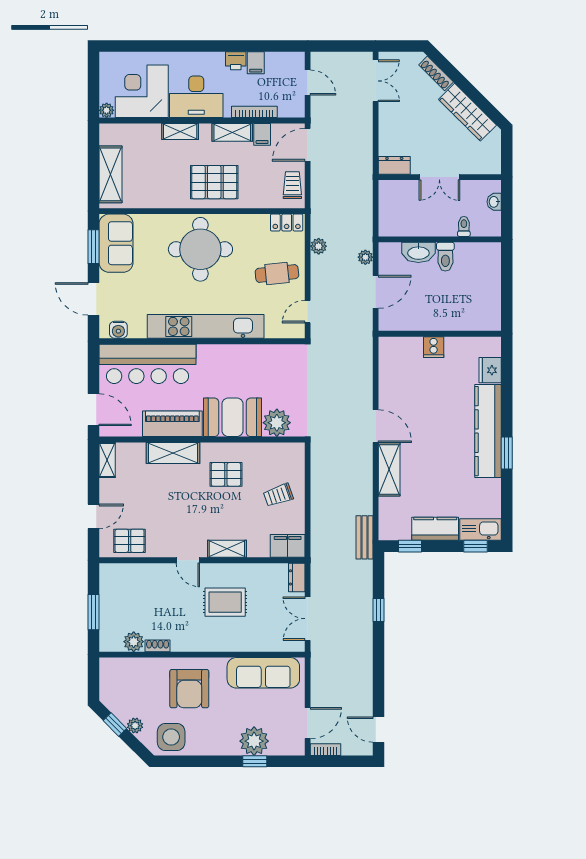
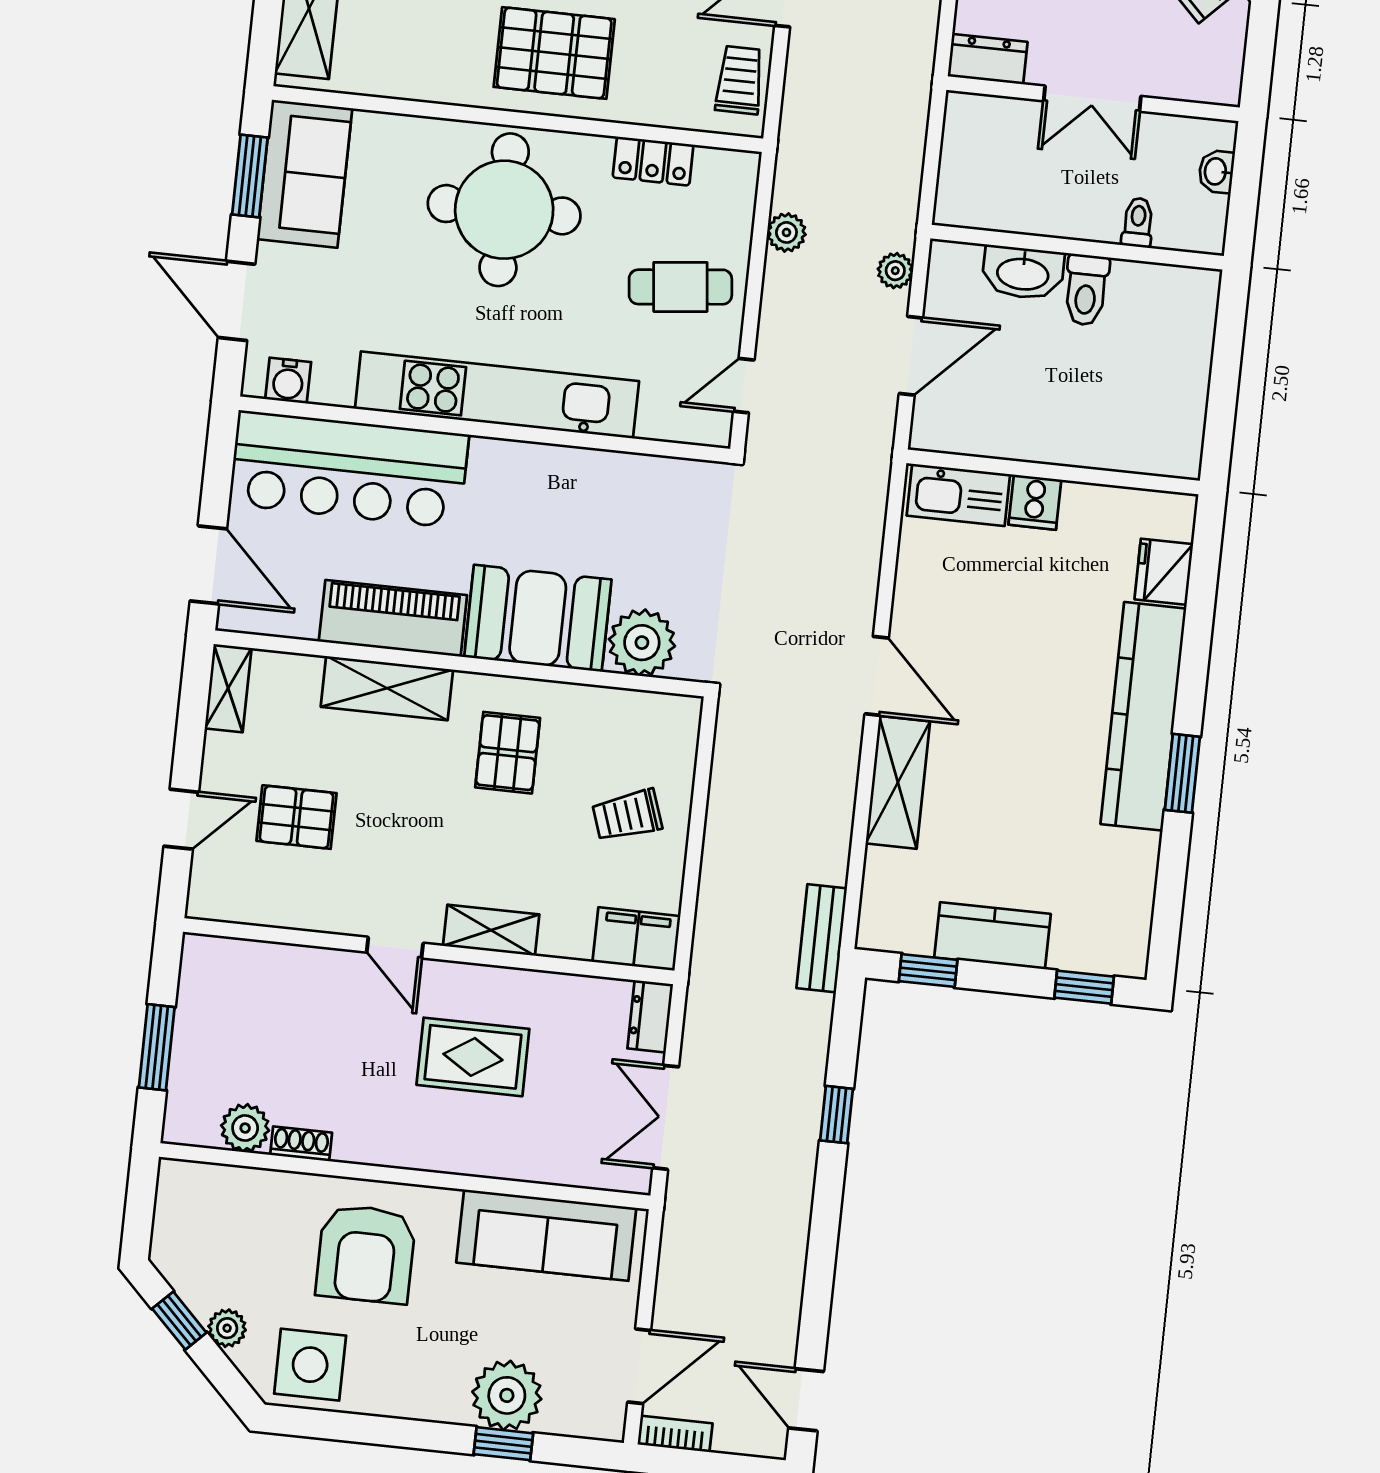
locker: (287, 222) -> (653, 161), moved
pallet: (226, 474) -> (508, 753), turned 90
kitchen sink: (481, 530) -> (958, 495), moved, turned 180
pallet: (130, 541) -> (297, 817), moved

